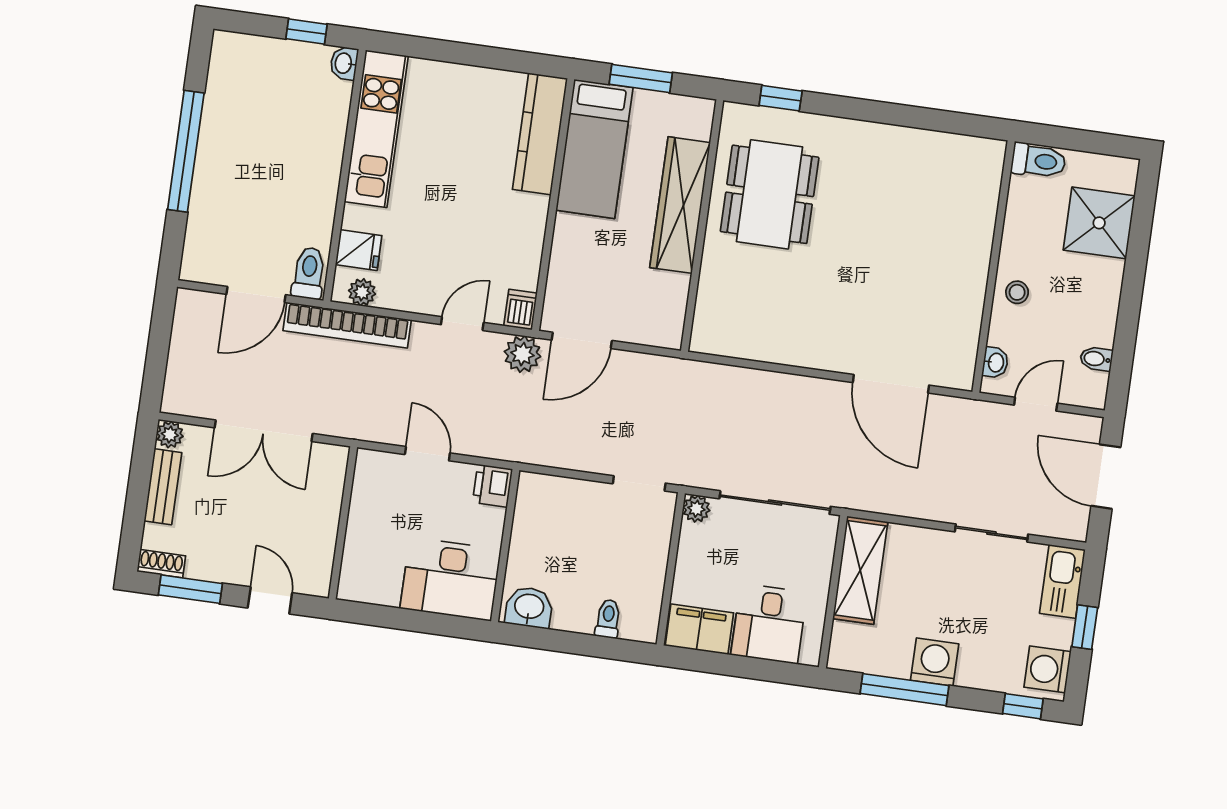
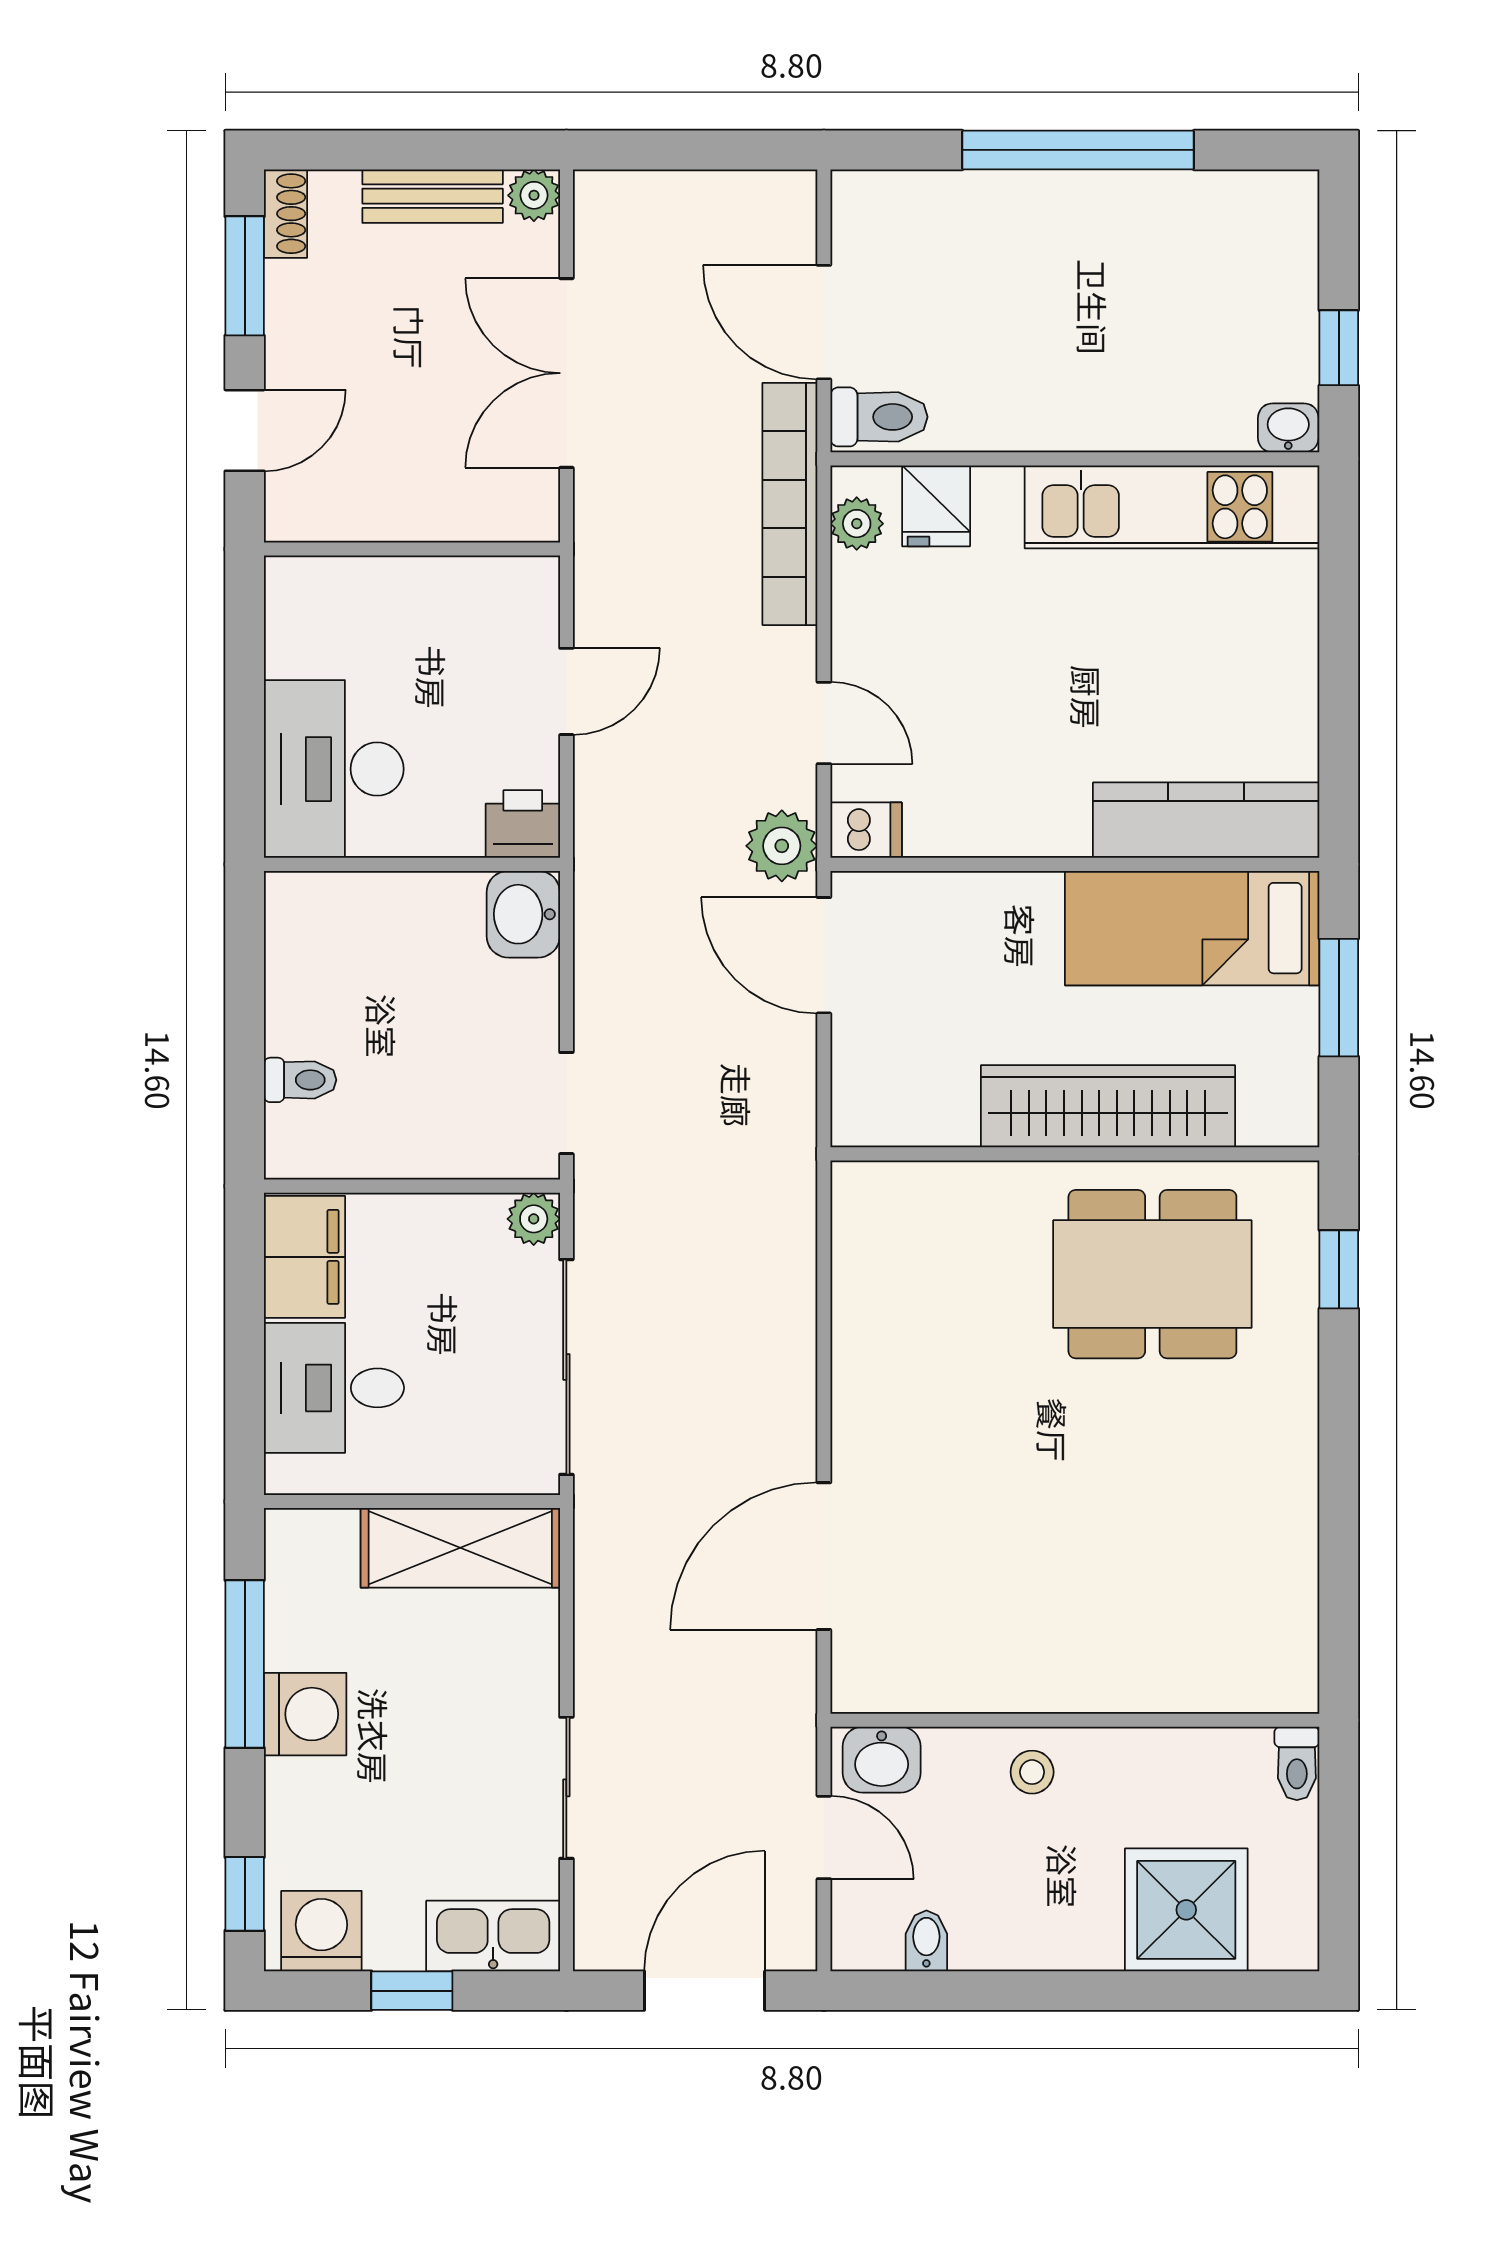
toilet: (1038, 161) -> (1297, 1763), width x0.73, depth x0.72
washbasin: (995, 363) -> (882, 1760), width x1.38, depth x1.45
washbasin: (529, 607) -> (523, 914), moved, turned 180

